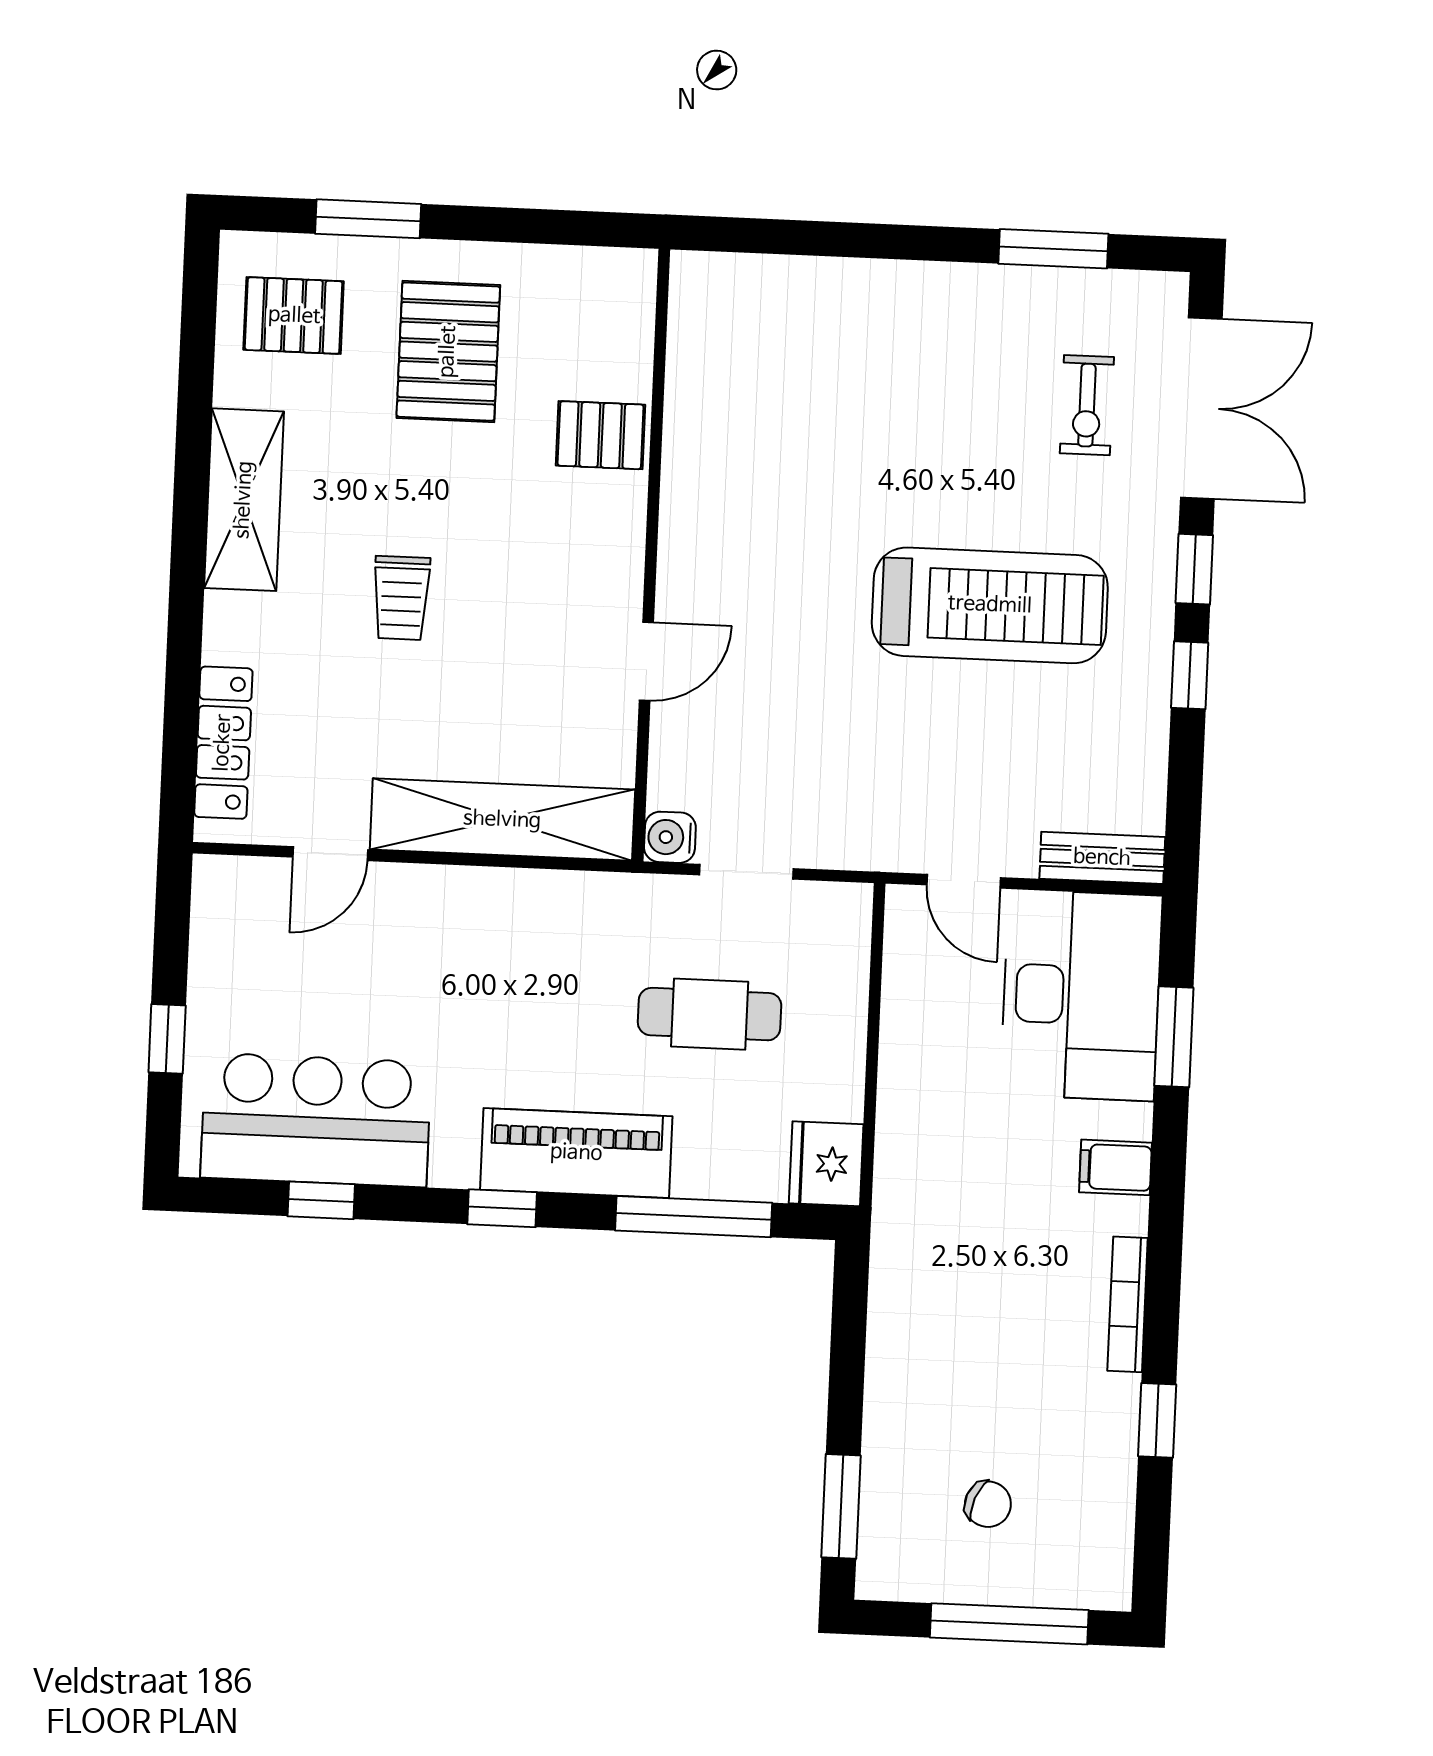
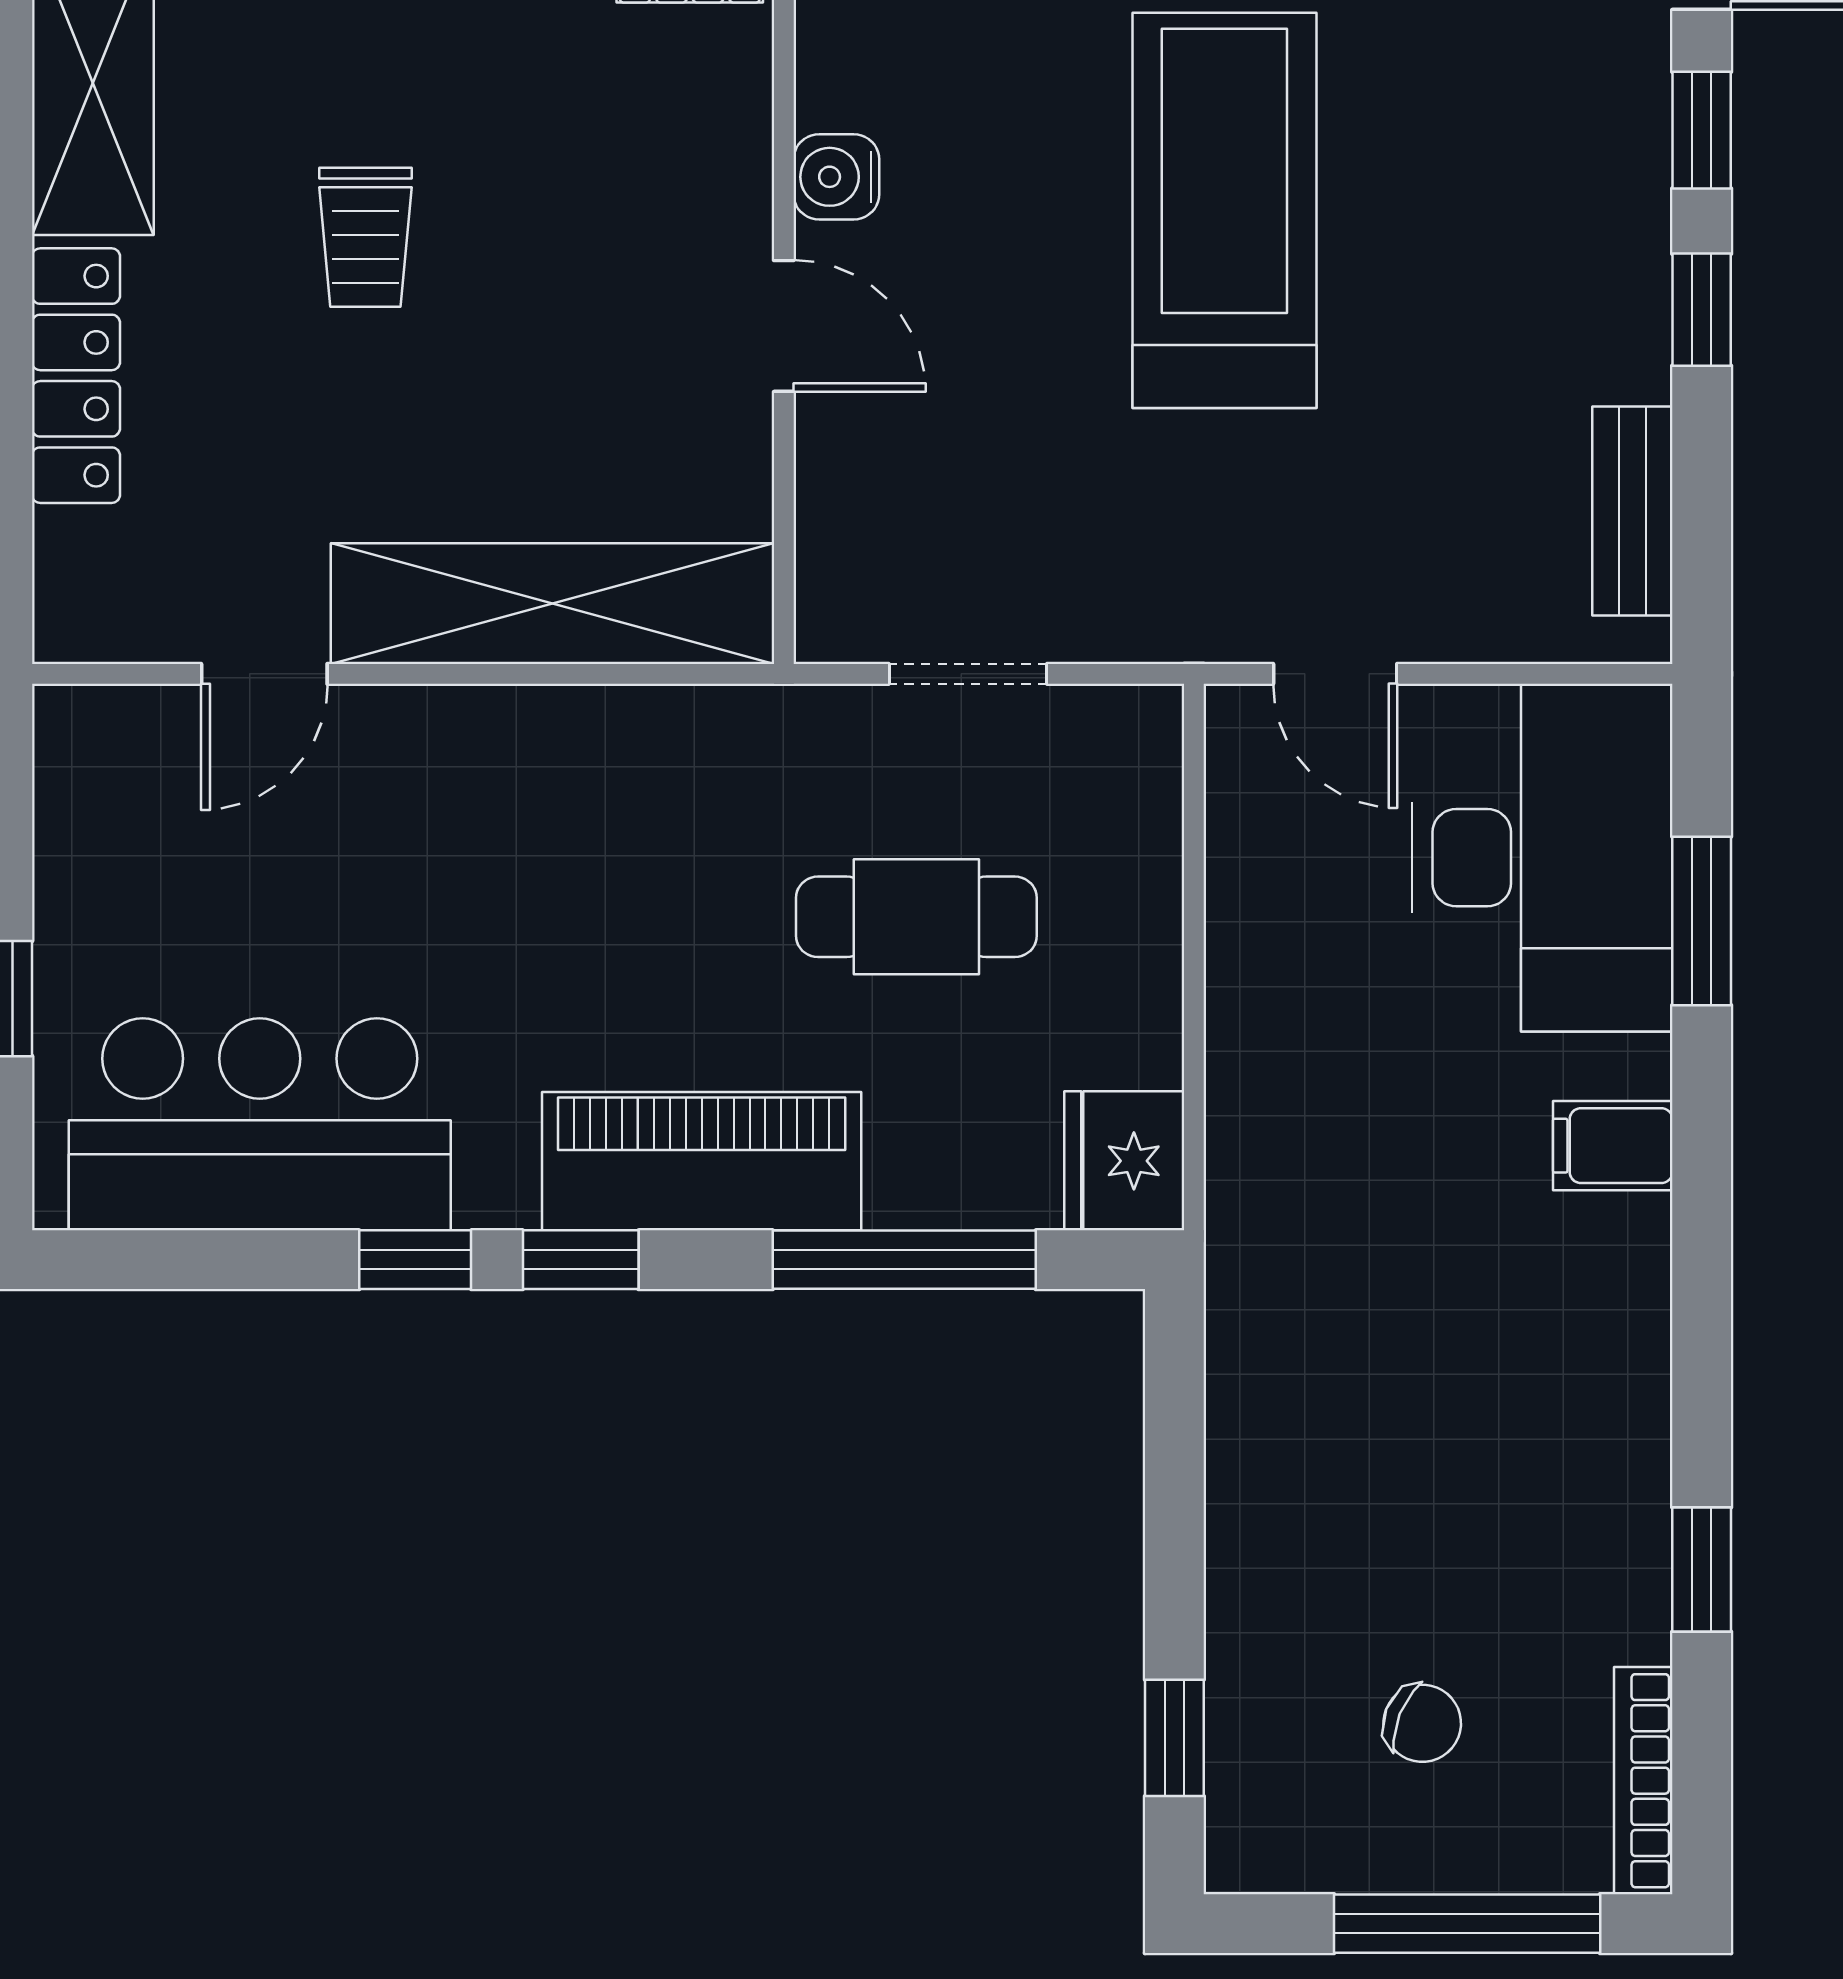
treadmill: (990, 605) -> (1224, 210), moved, turned -90
door: (646, 661) -> (784, 326), hinge flipped
locker: (223, 743) -> (76, 376), moved
water cooler: (670, 837) -> (836, 177), moved
bench: (1102, 858) -> (1632, 511), moved, turned 90
window: (321, 1200) -> (415, 1260), moved
bookcase: (1128, 1304) -> (1643, 1781), moved
window: (841, 1506) -> (1174, 1738), width x0.67

